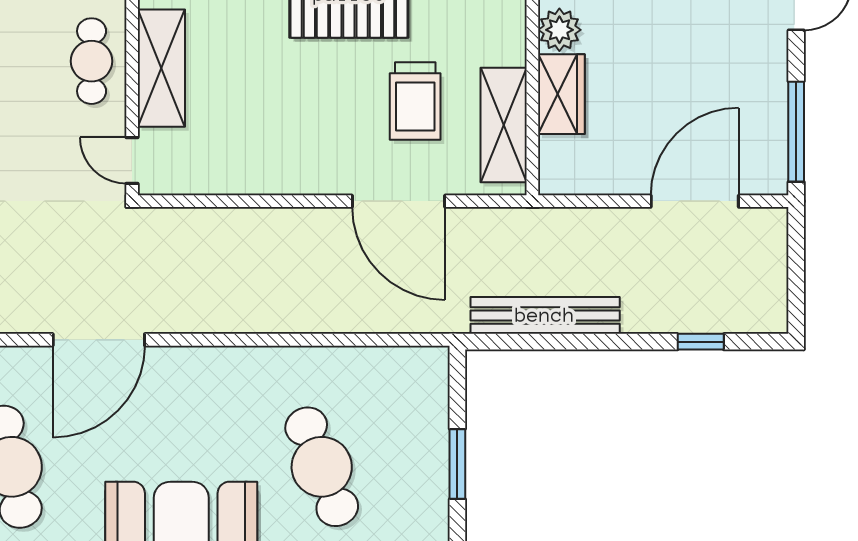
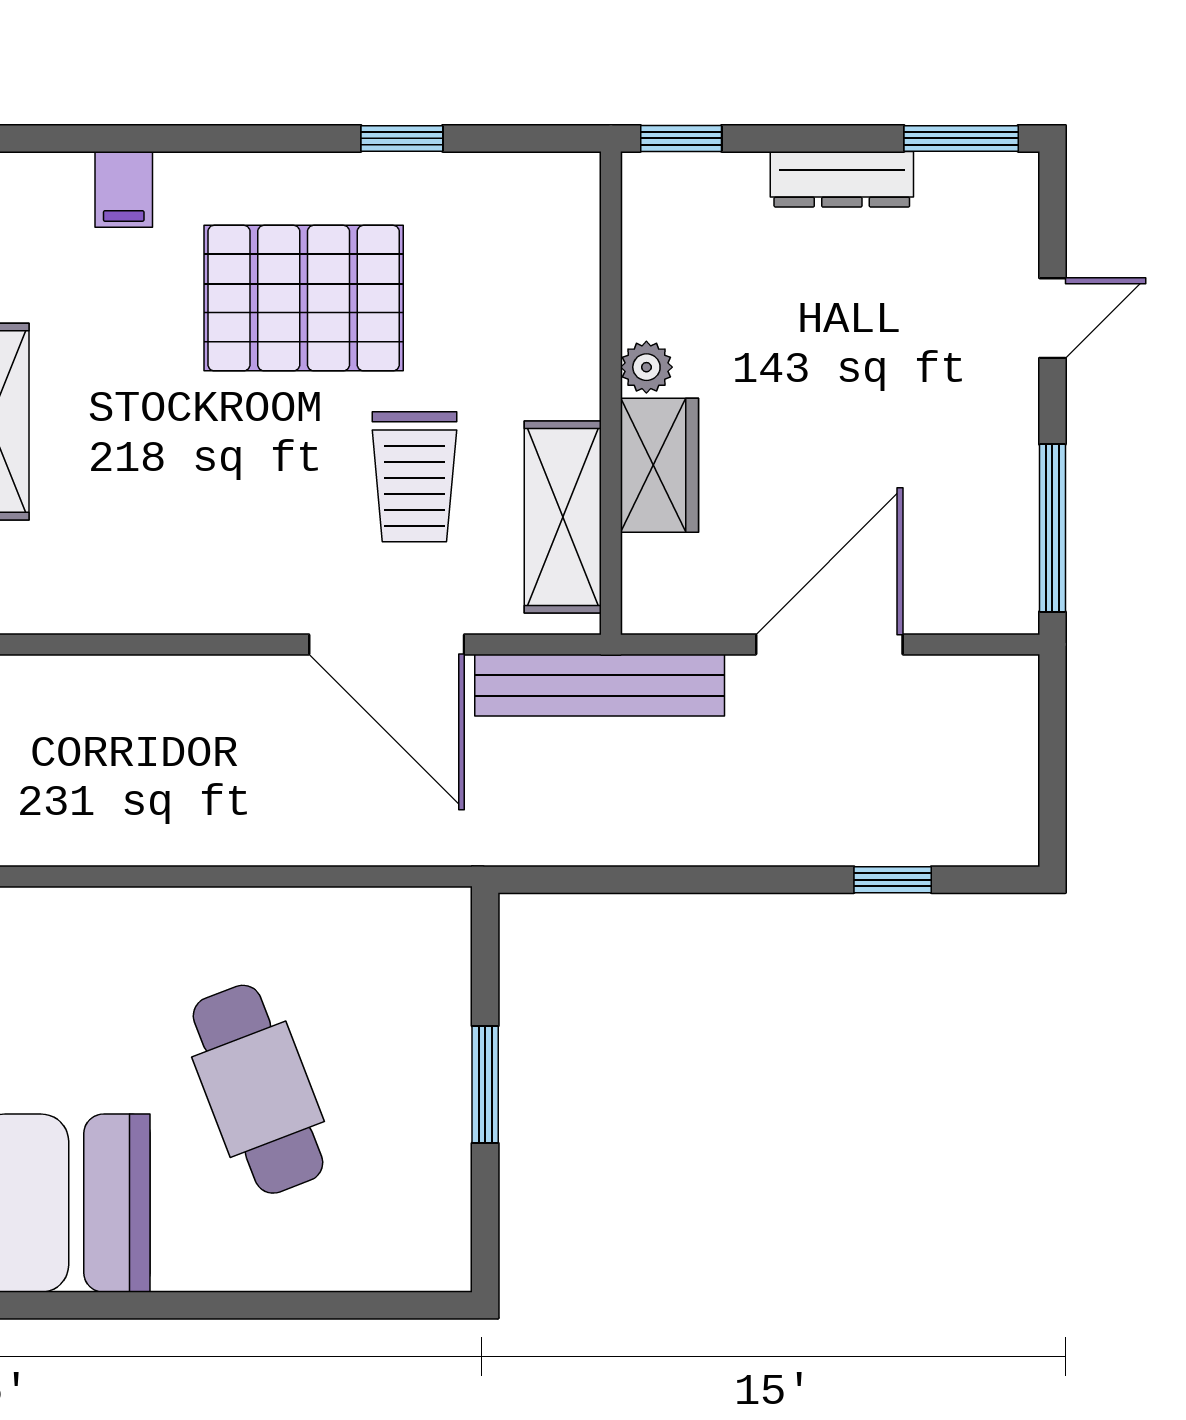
plant: (559, 30) -> (646, 367), width x0.73, depth x0.73
door: (695, 201) -> (829, 644), moved
bench: (545, 315) -> (600, 685), moved

